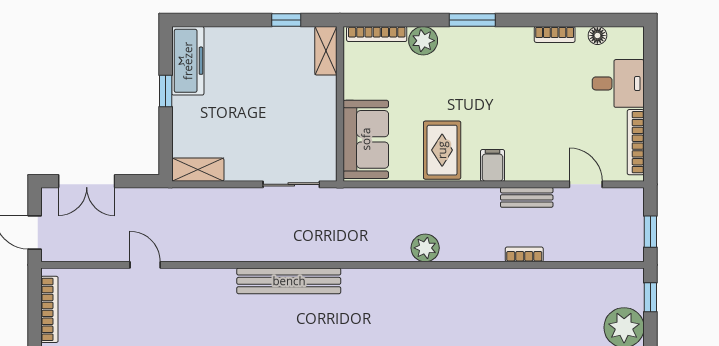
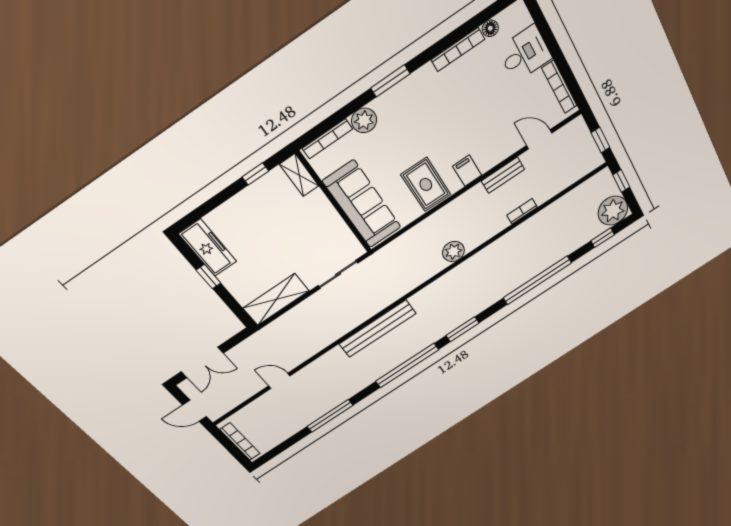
bookcase: (555, 34) -> (458, 49), width x1.56
sofa: (366, 139) -> (362, 204), width x1.36
shelving: (198, 170) -> (276, 299), width x1.50, depth x1.33

